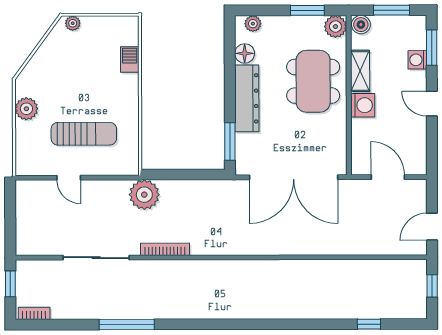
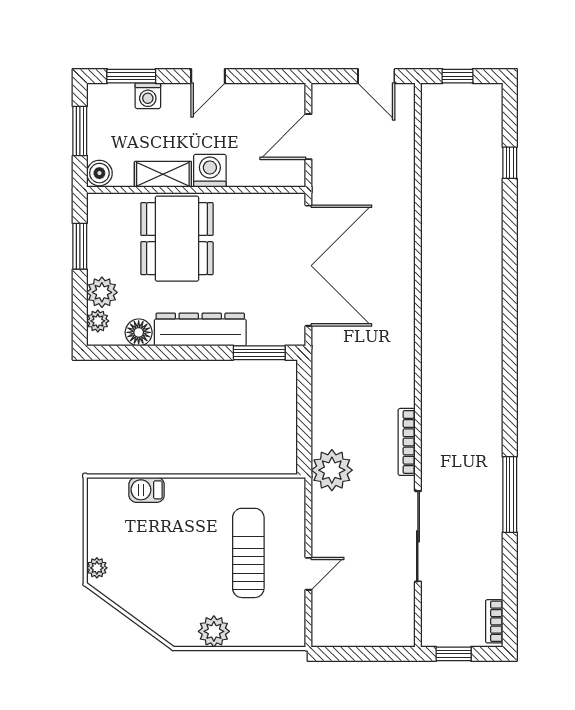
plant: (335, 27) -> (102, 292), moved
dining table: (313, 81) -> (177, 239), turned 90

